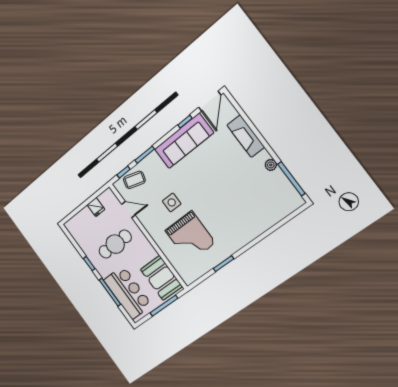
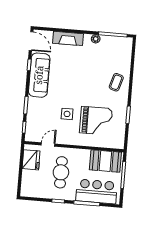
coffee table: (134, 180) -> (116, 82), moved
fridge: (96, 207) -> (31, 160), width x1.88, depth x1.34

